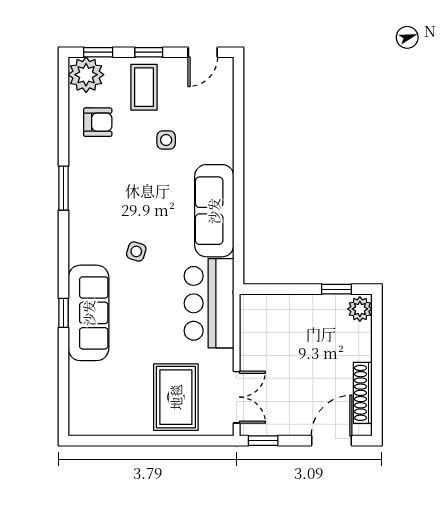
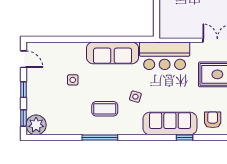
coffee table: (144, 87) -> (105, 109), moved
armchair: (98, 122) -> (213, 120), moved
window: (64, 188) -> (100, 138), width x1.44
window: (64, 313) -> (185, 138), moved

